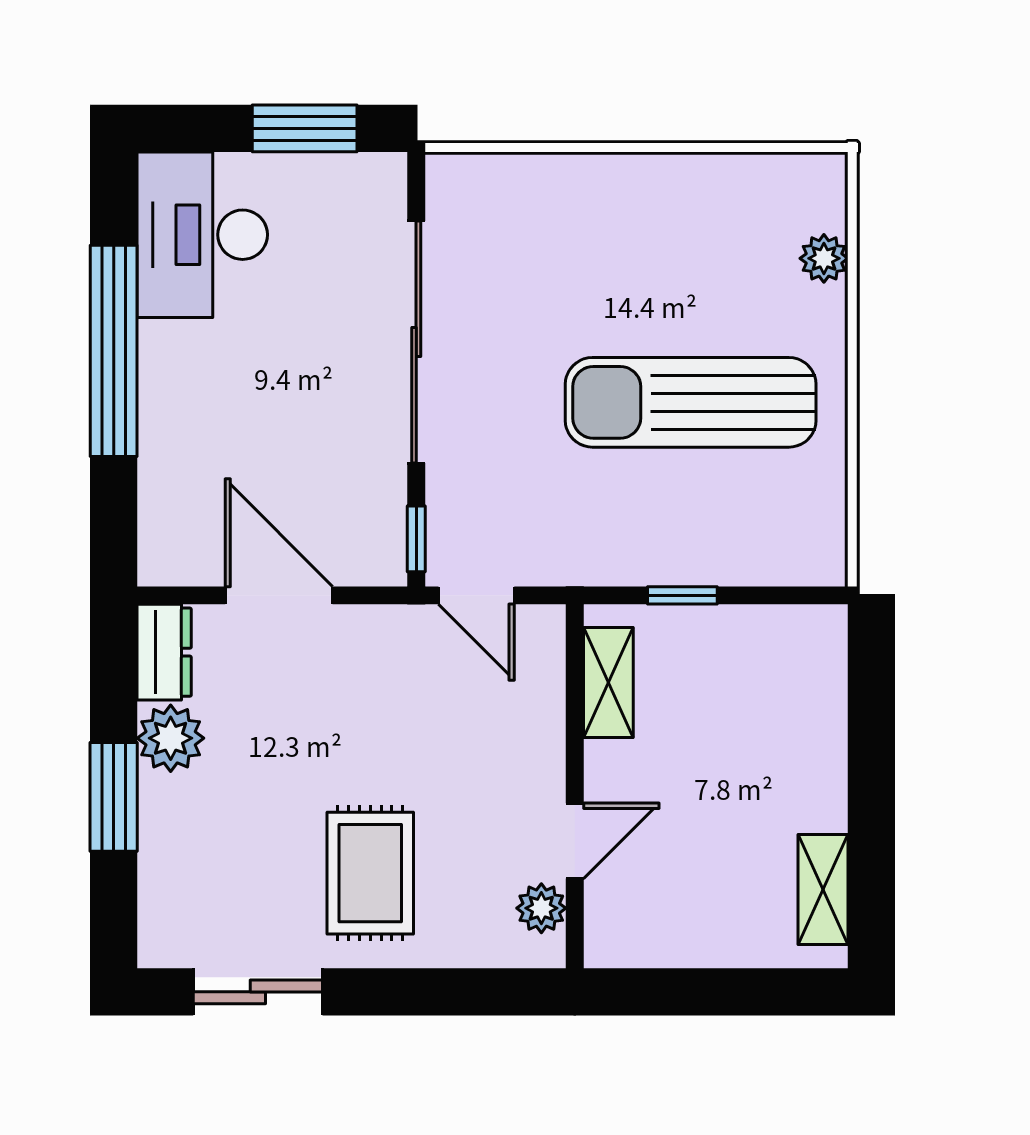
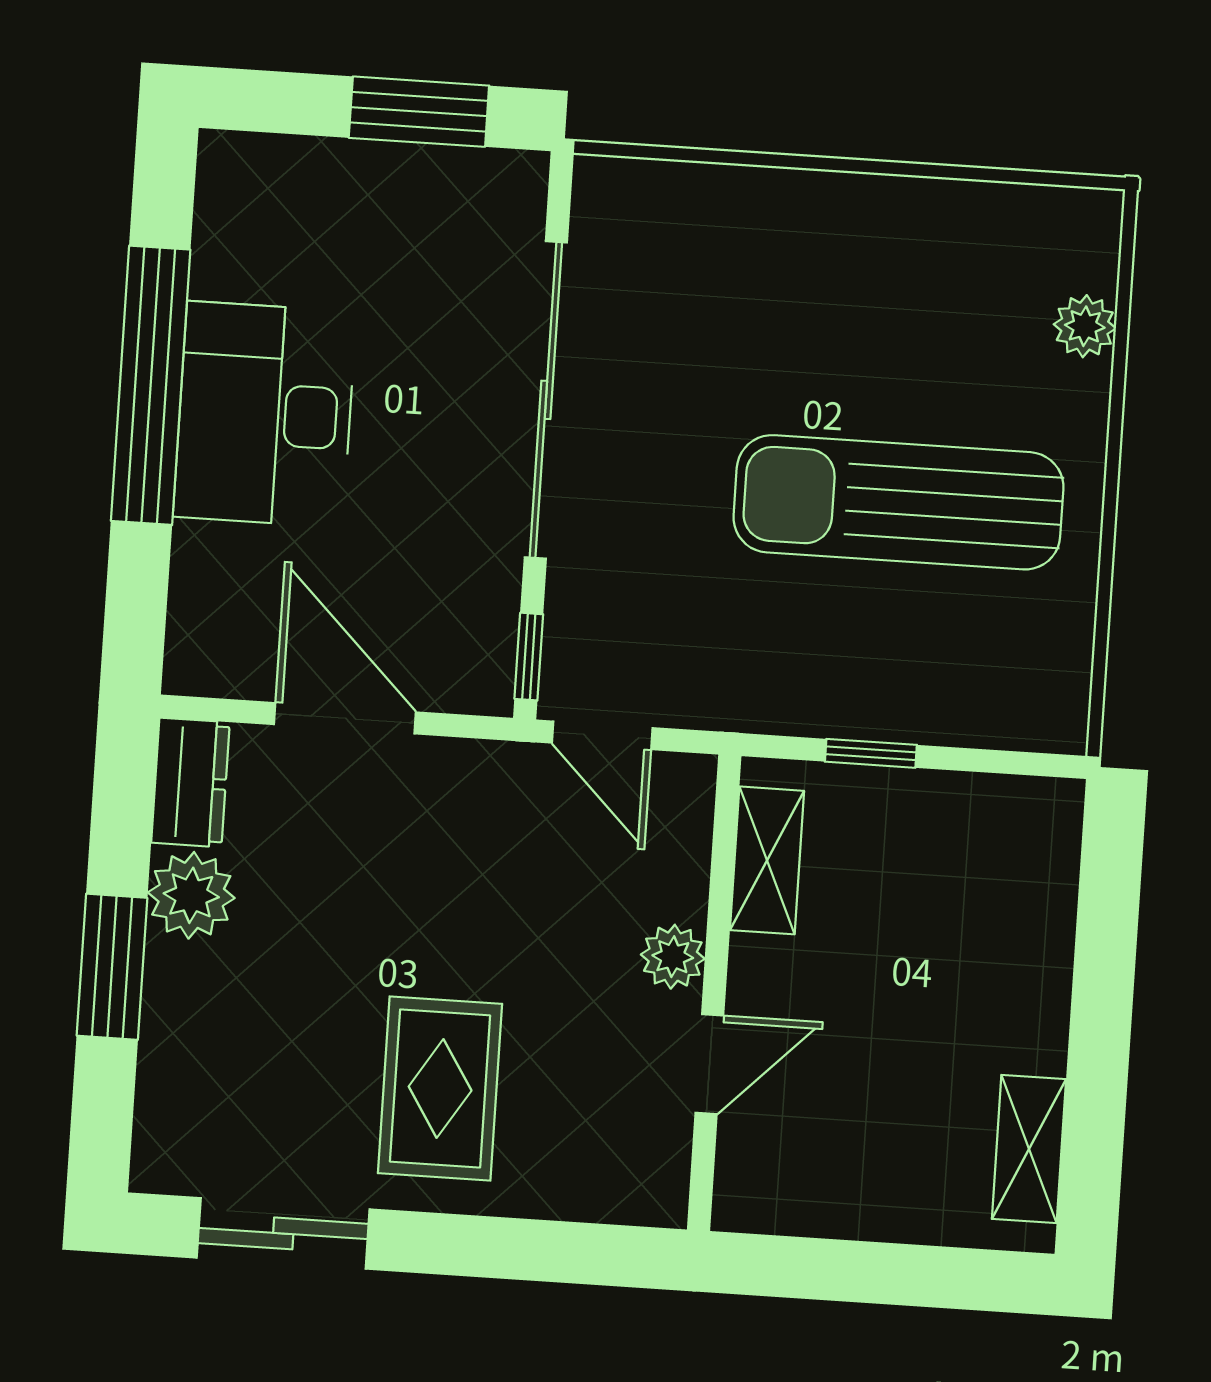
desk: (202, 235) -> (265, 414), moved
plant: (541, 908) -> (673, 957), moved

